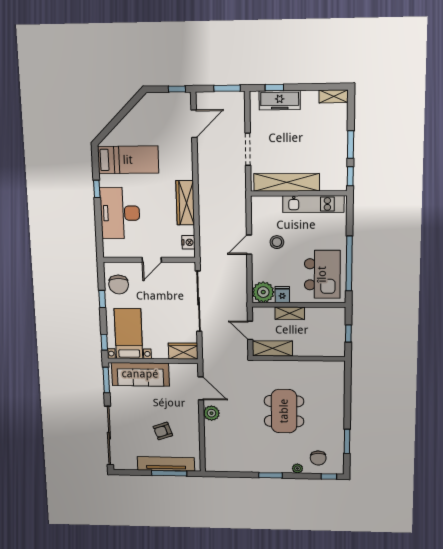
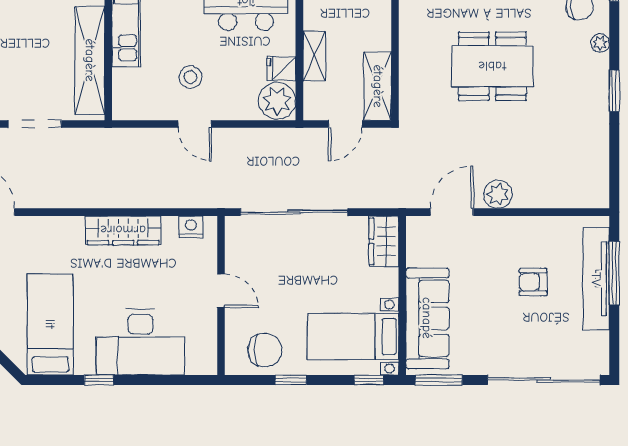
armchair: (163, 431) -> (533, 282), turned 109

